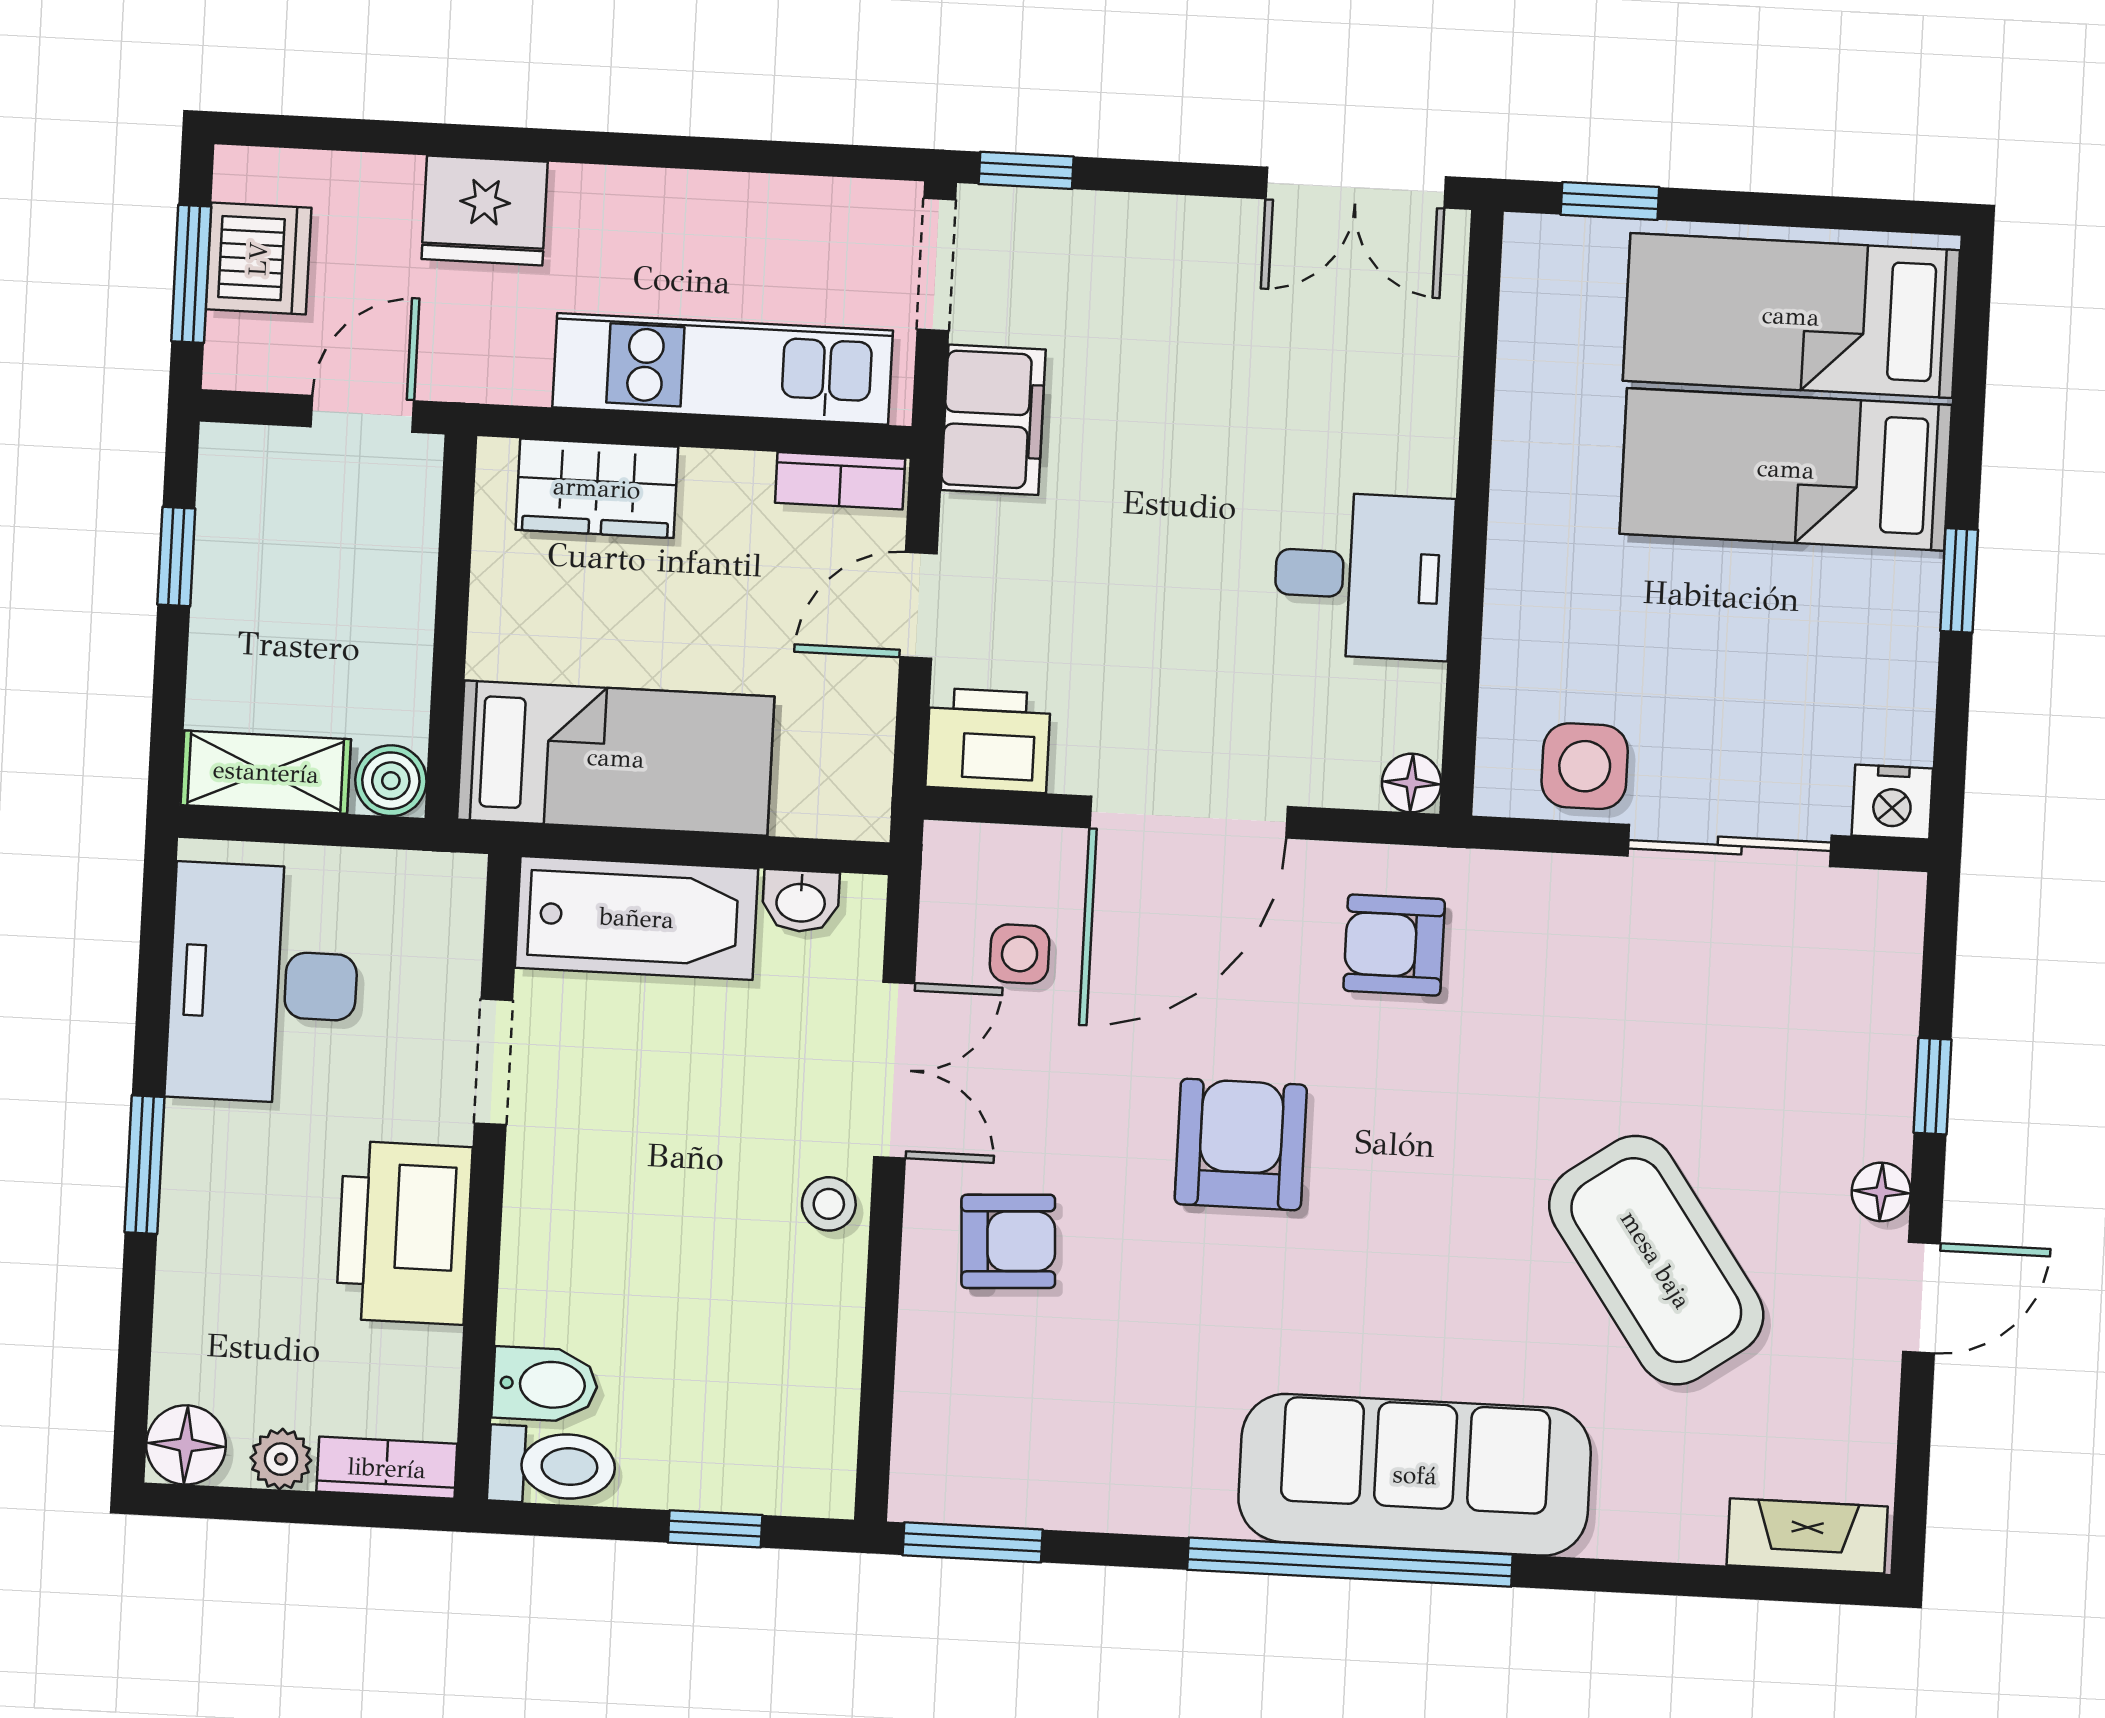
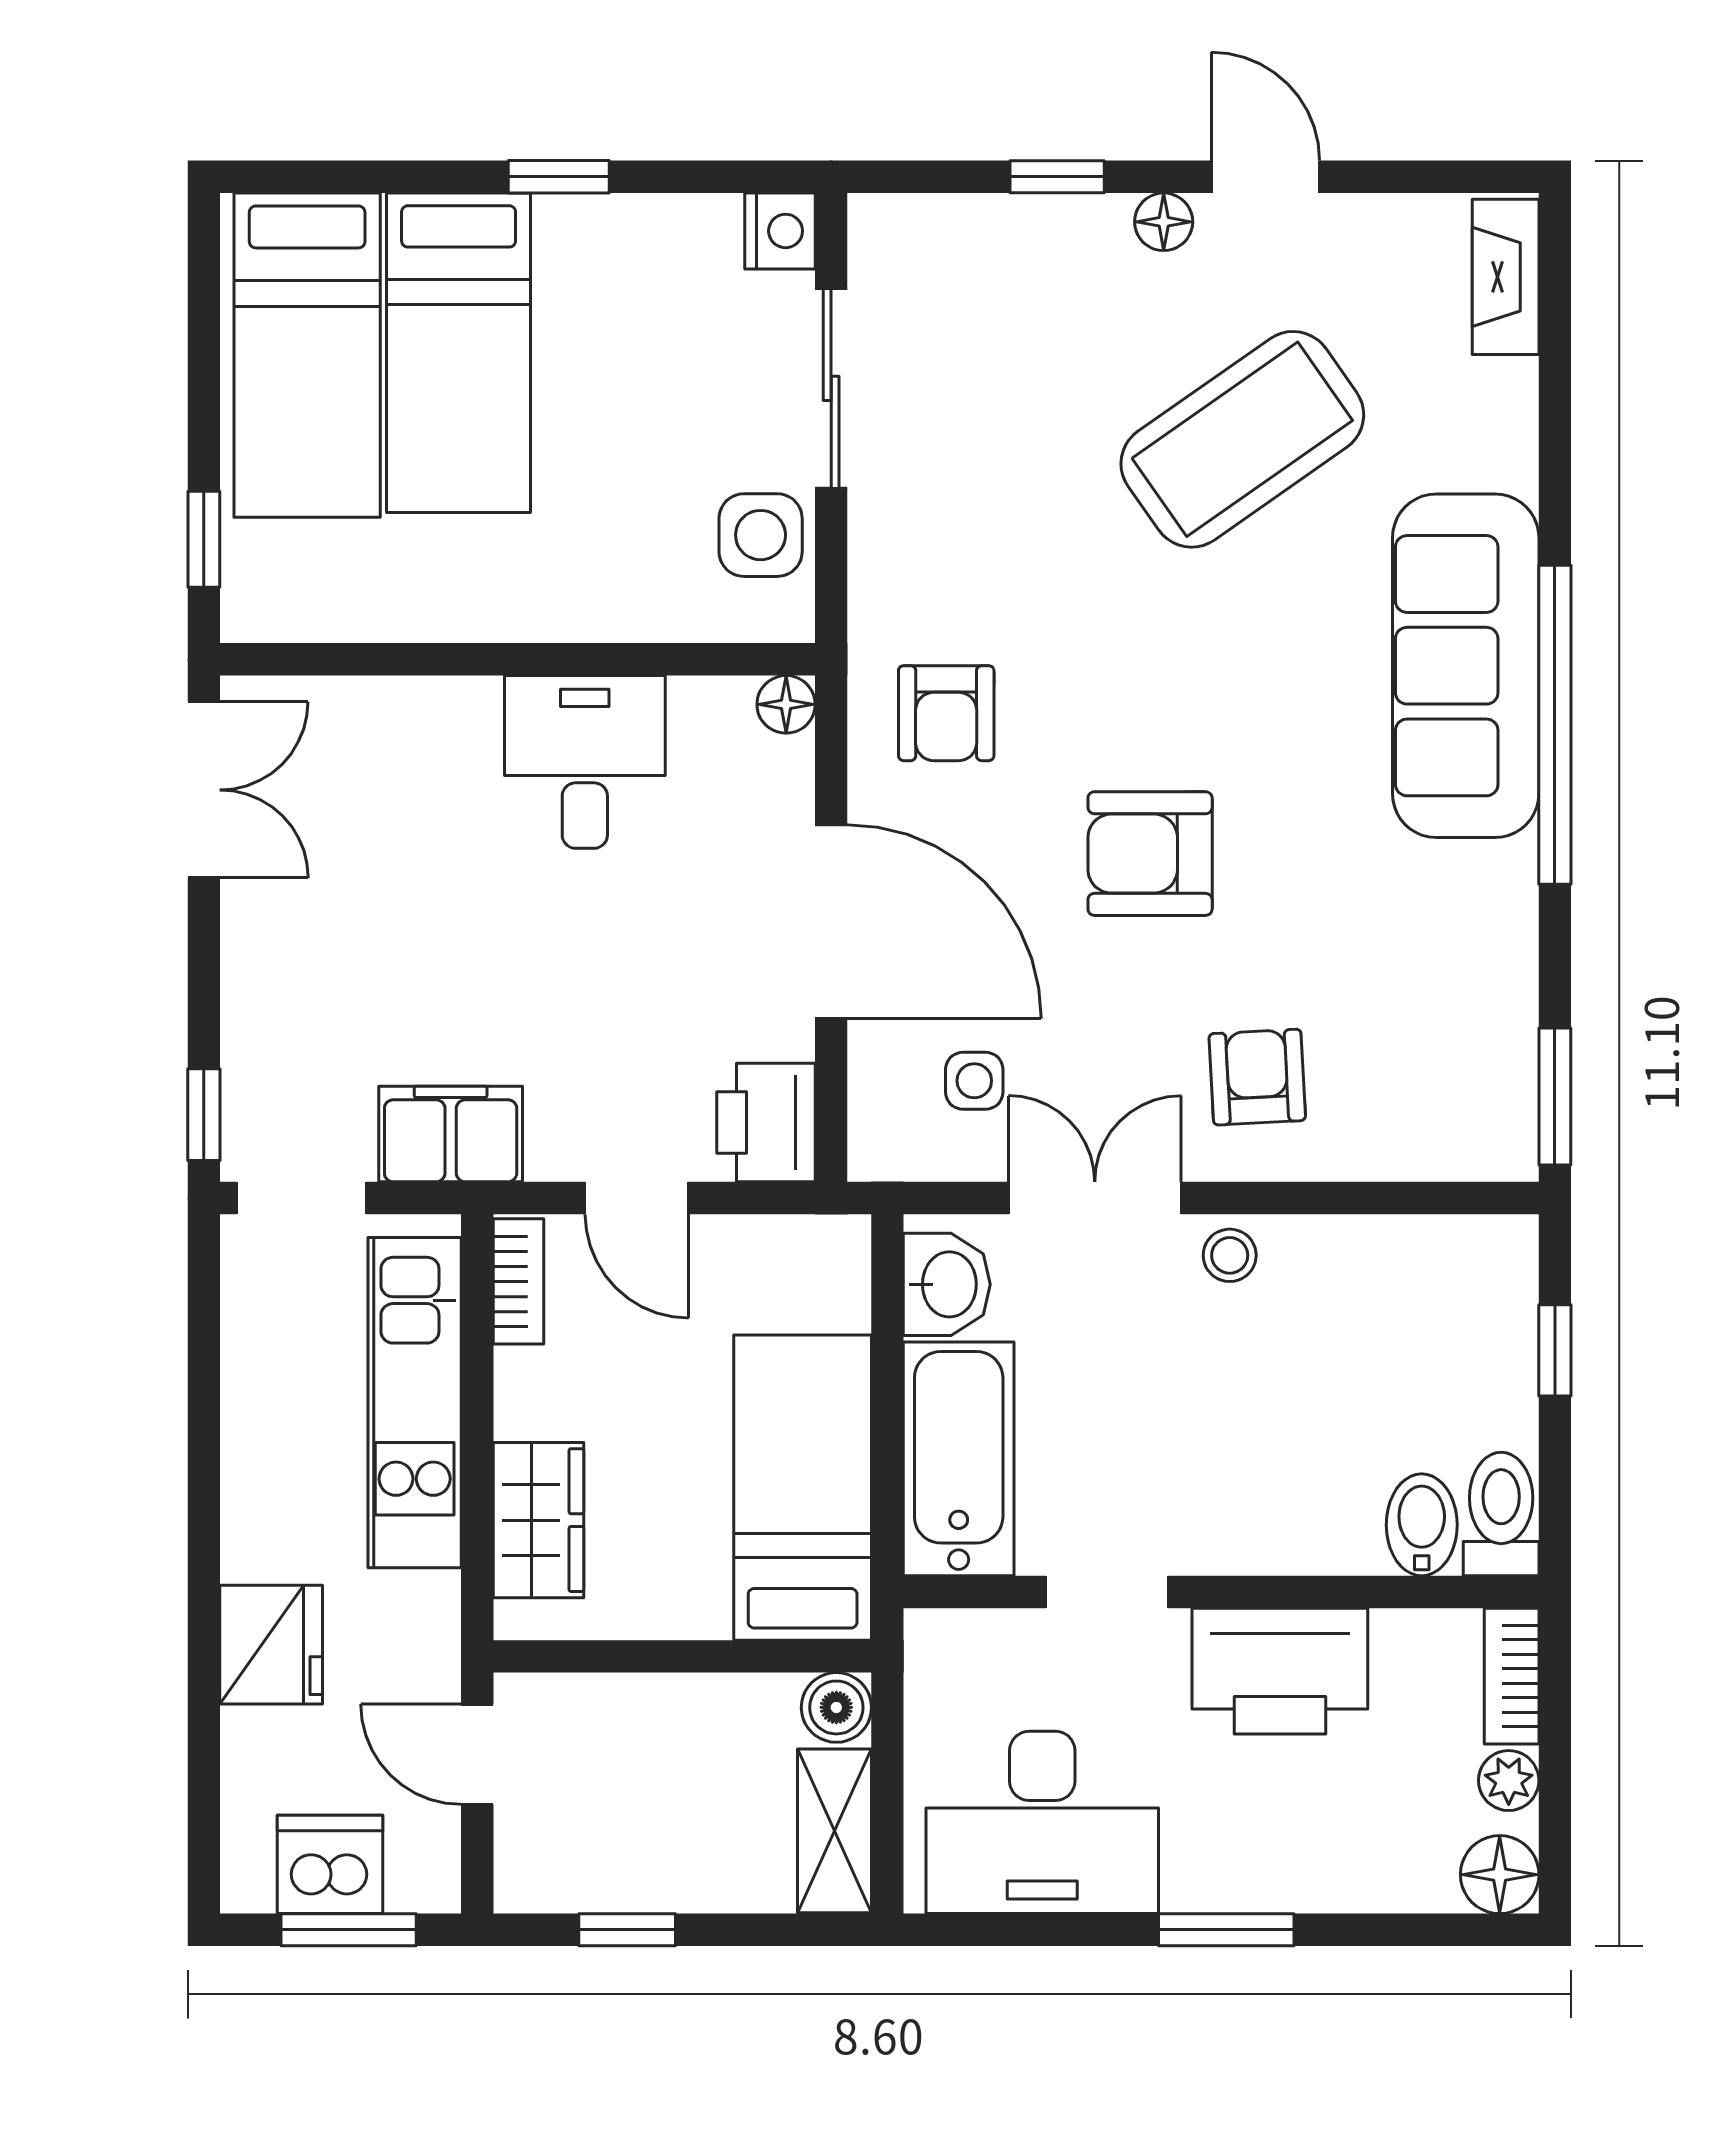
washbasin: (801, 901) -> (947, 1284), width x1.38, depth x1.45

